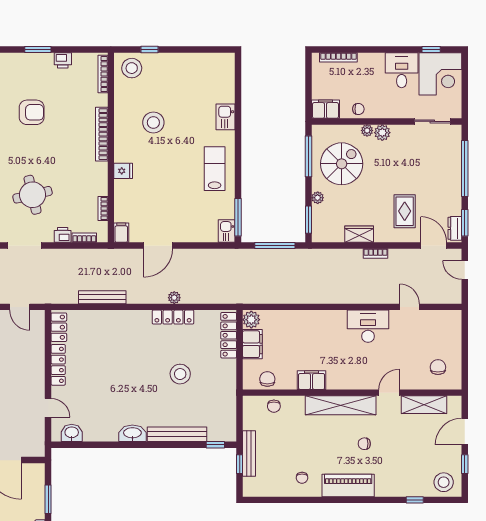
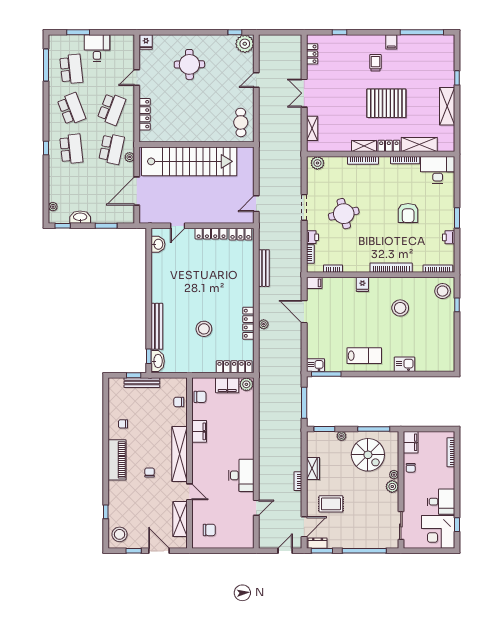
washbasin: (132, 433) -> (158, 361), moved

